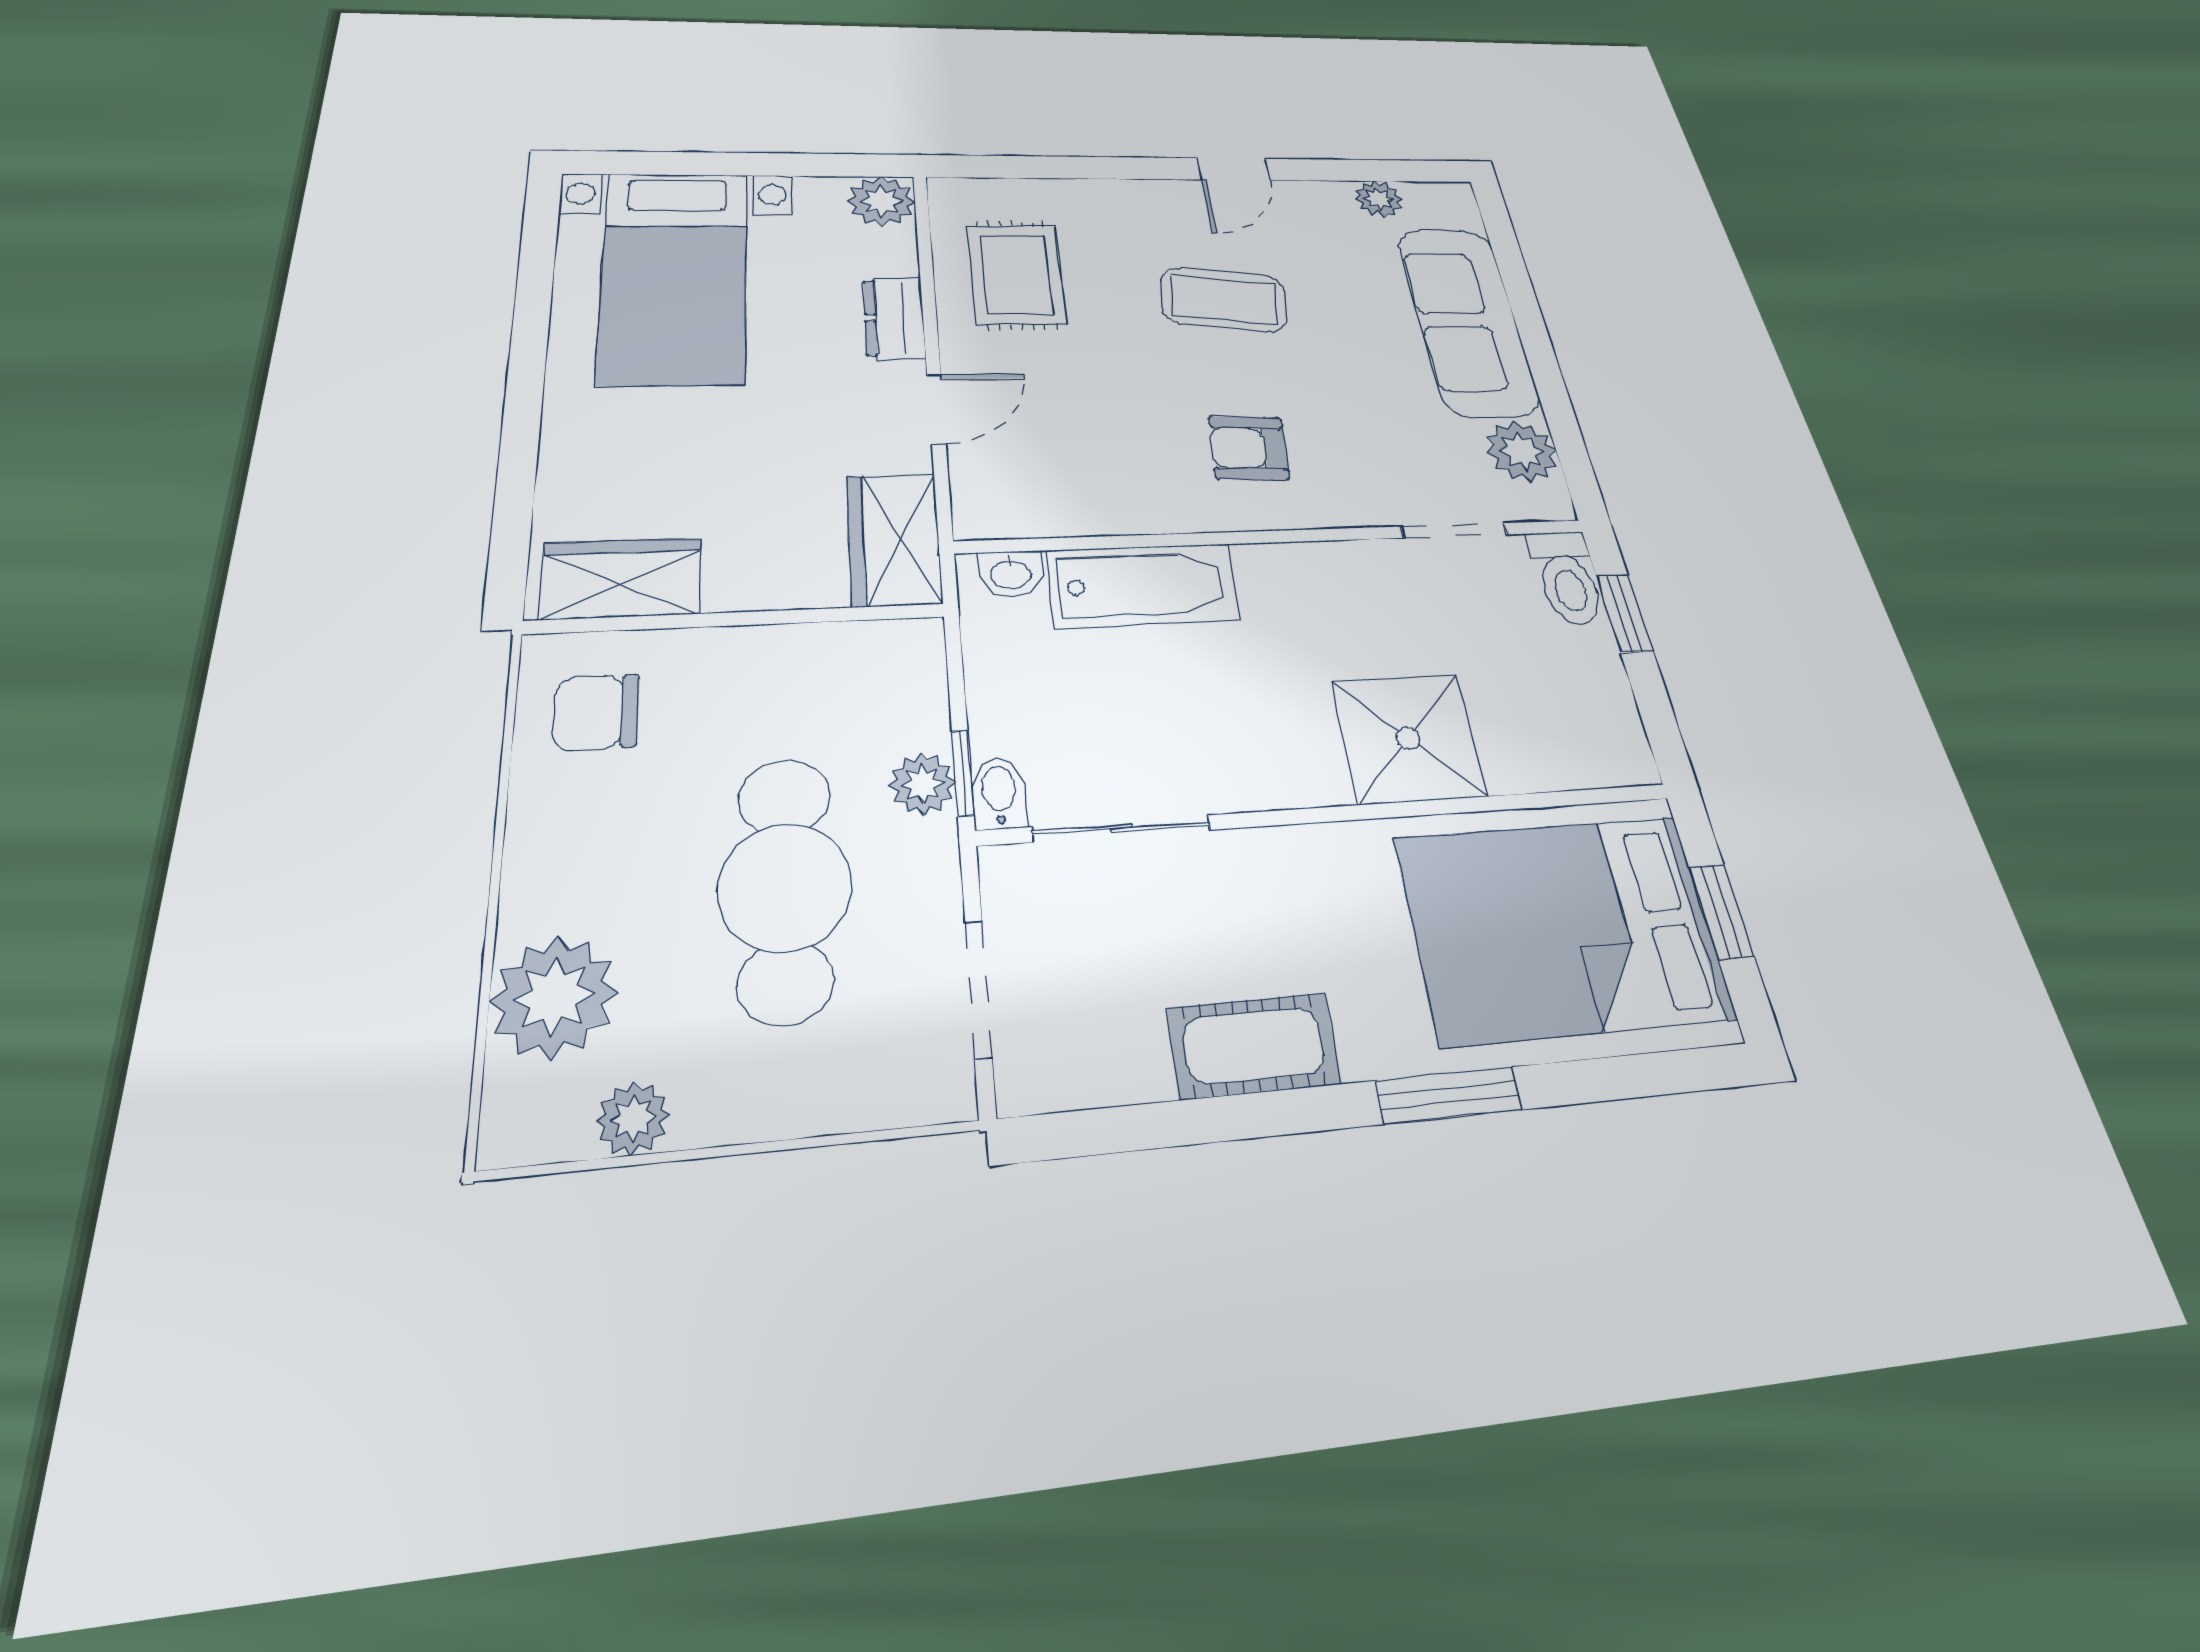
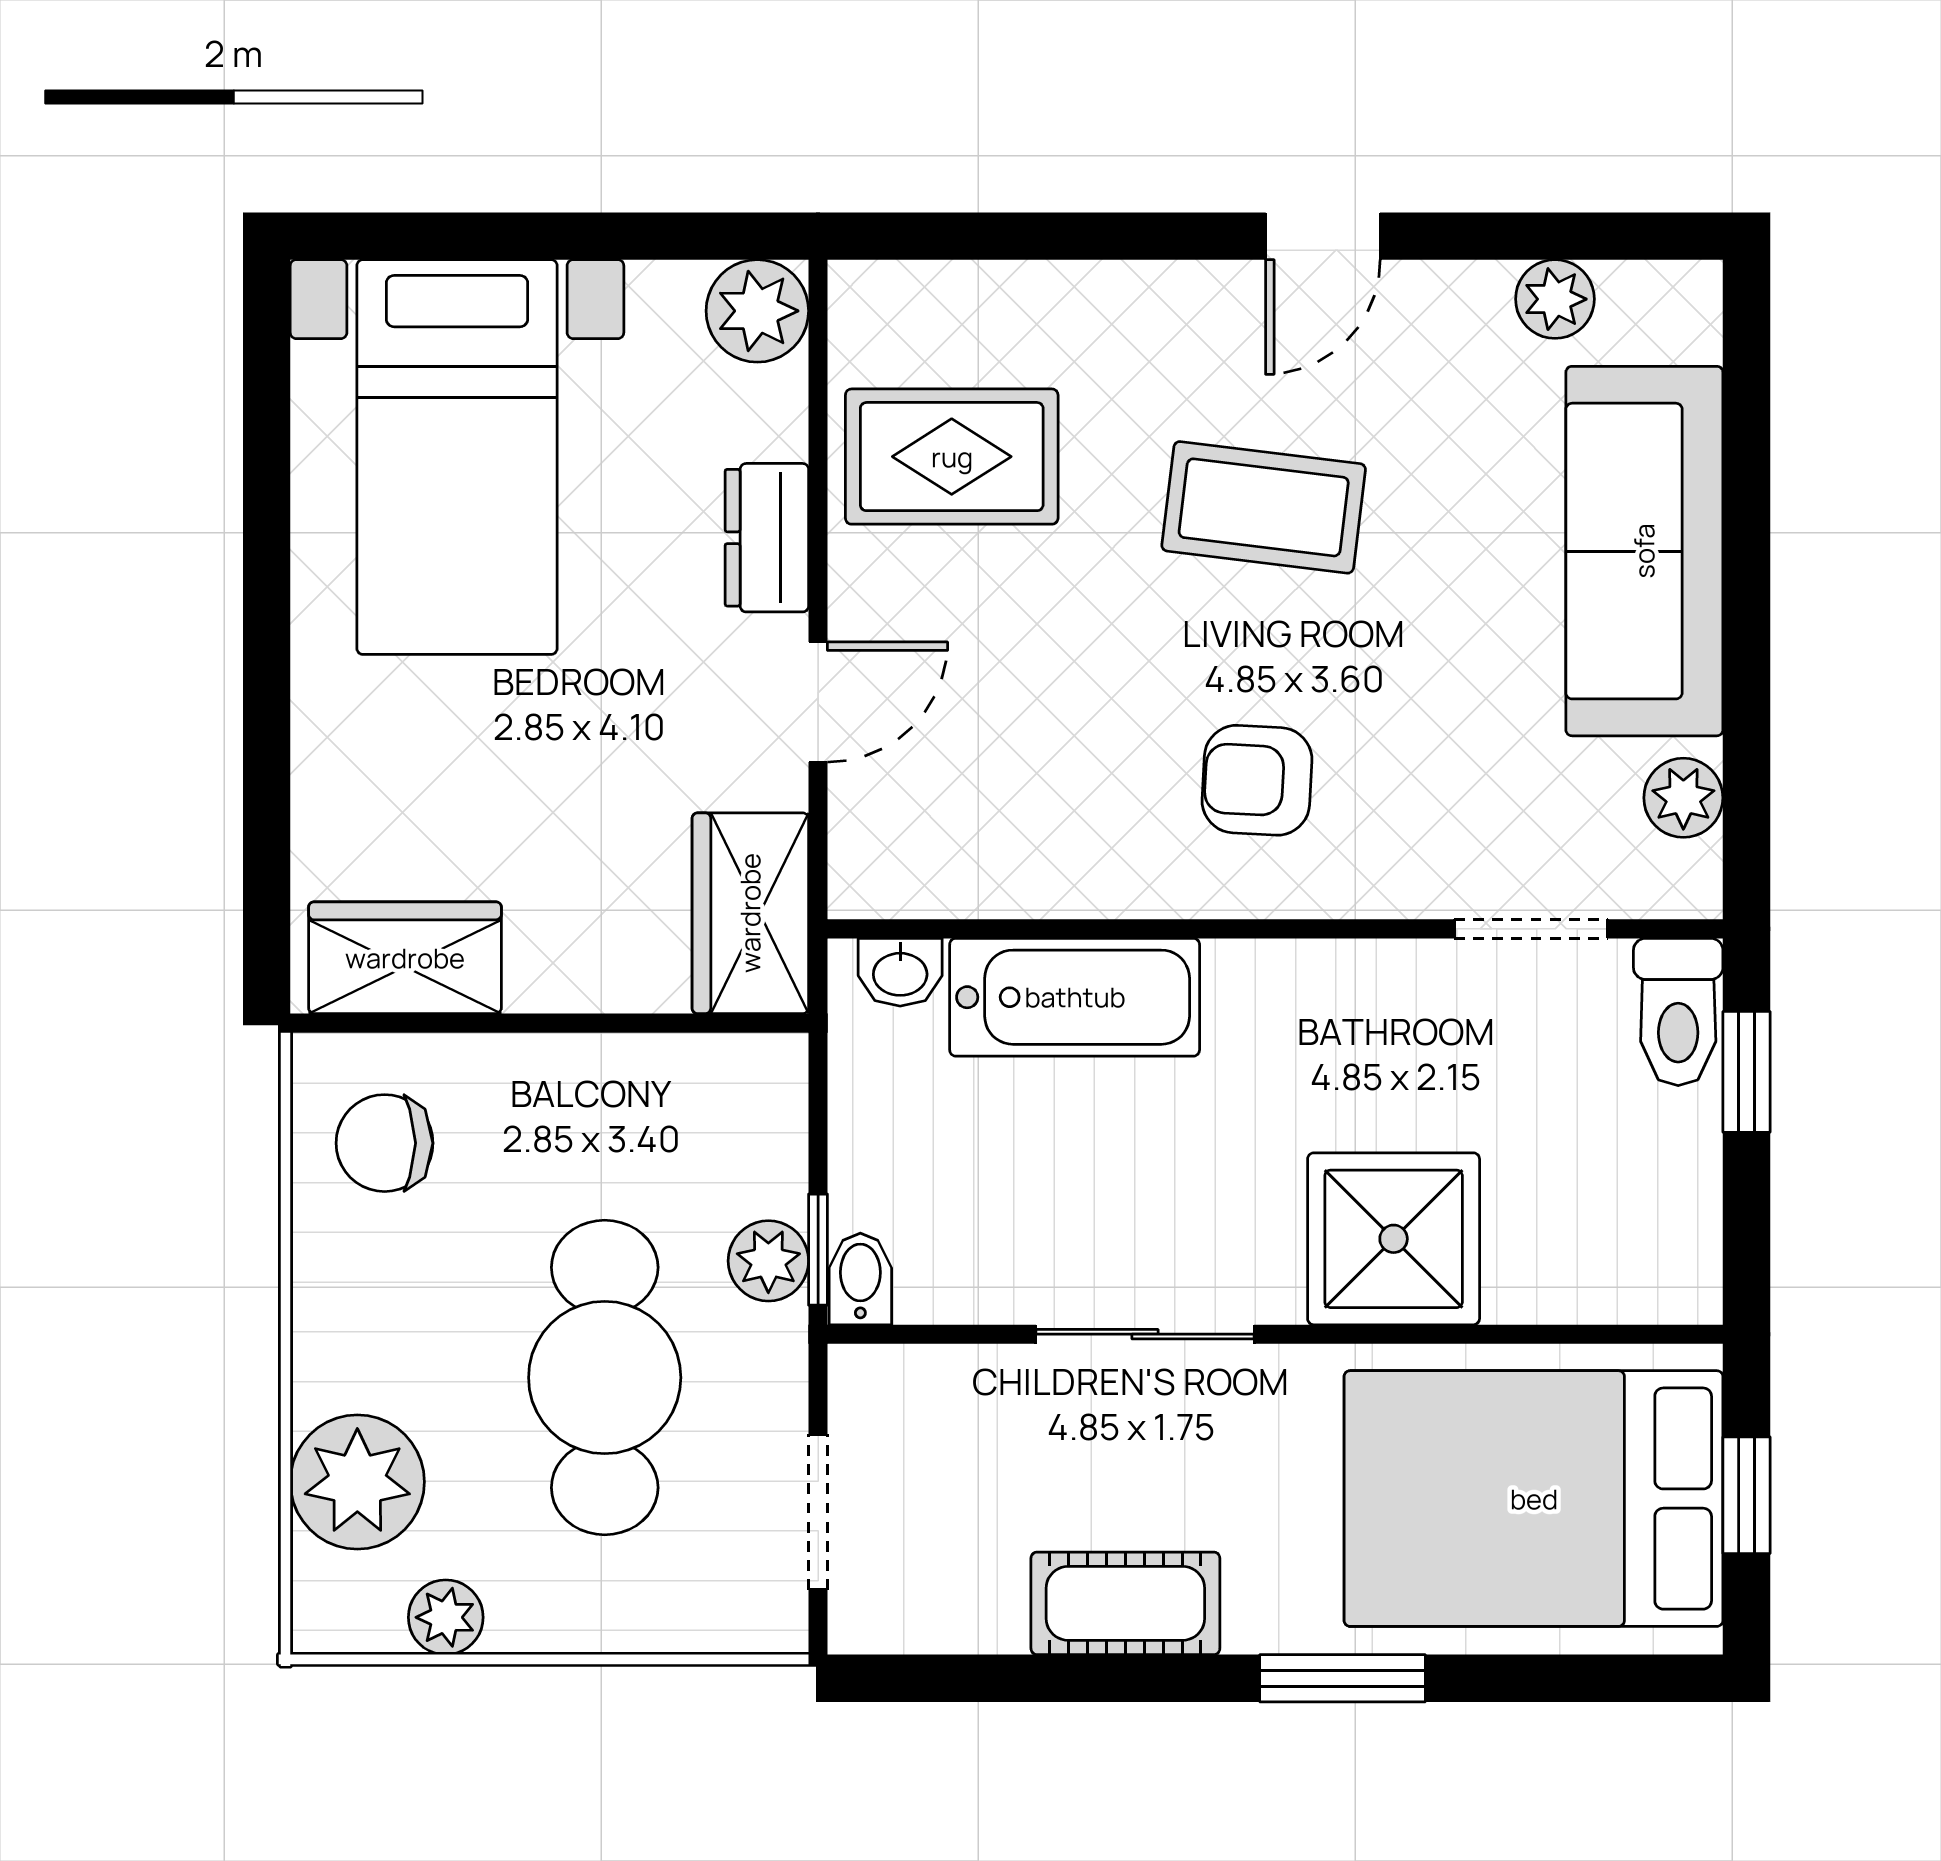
rug: (1016, 274) -> (952, 457), turned 90
plant: (1522, 451) -> (1683, 798), width x0.73, depth x0.73
sliding door: (1121, 829) -> (1145, 1334), moved

